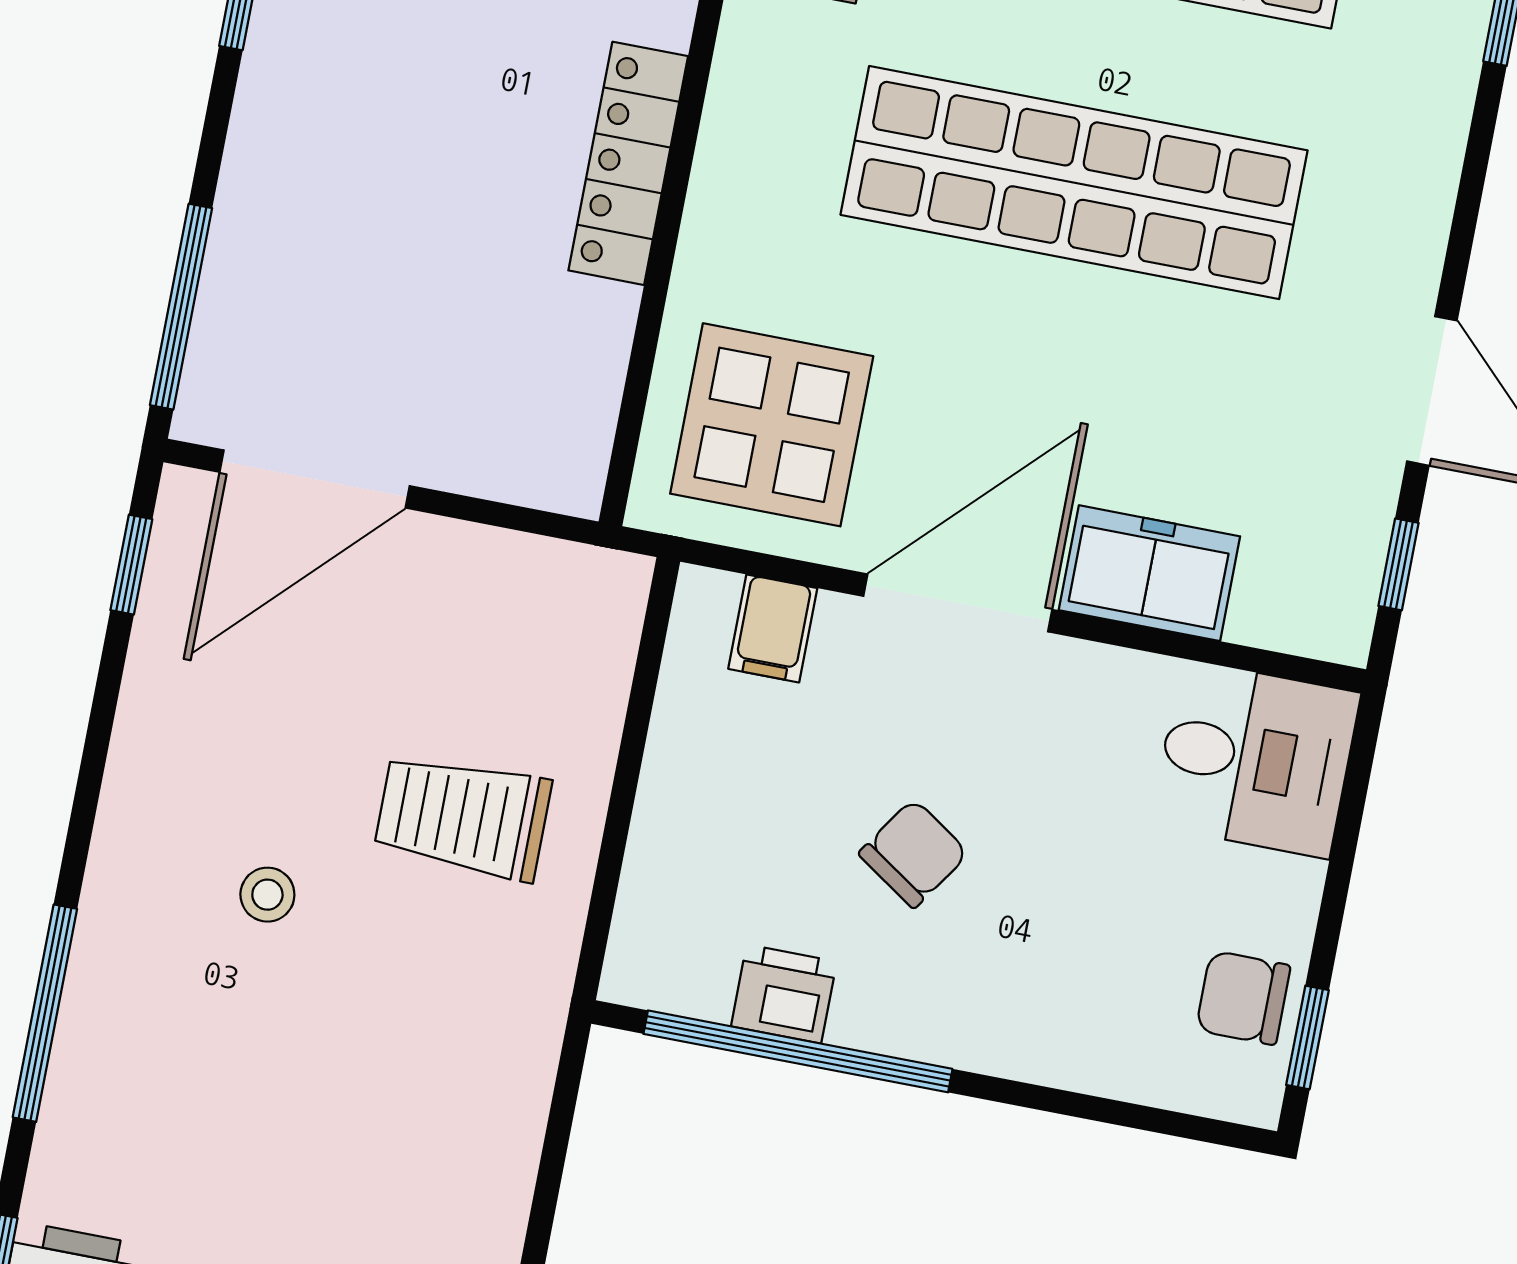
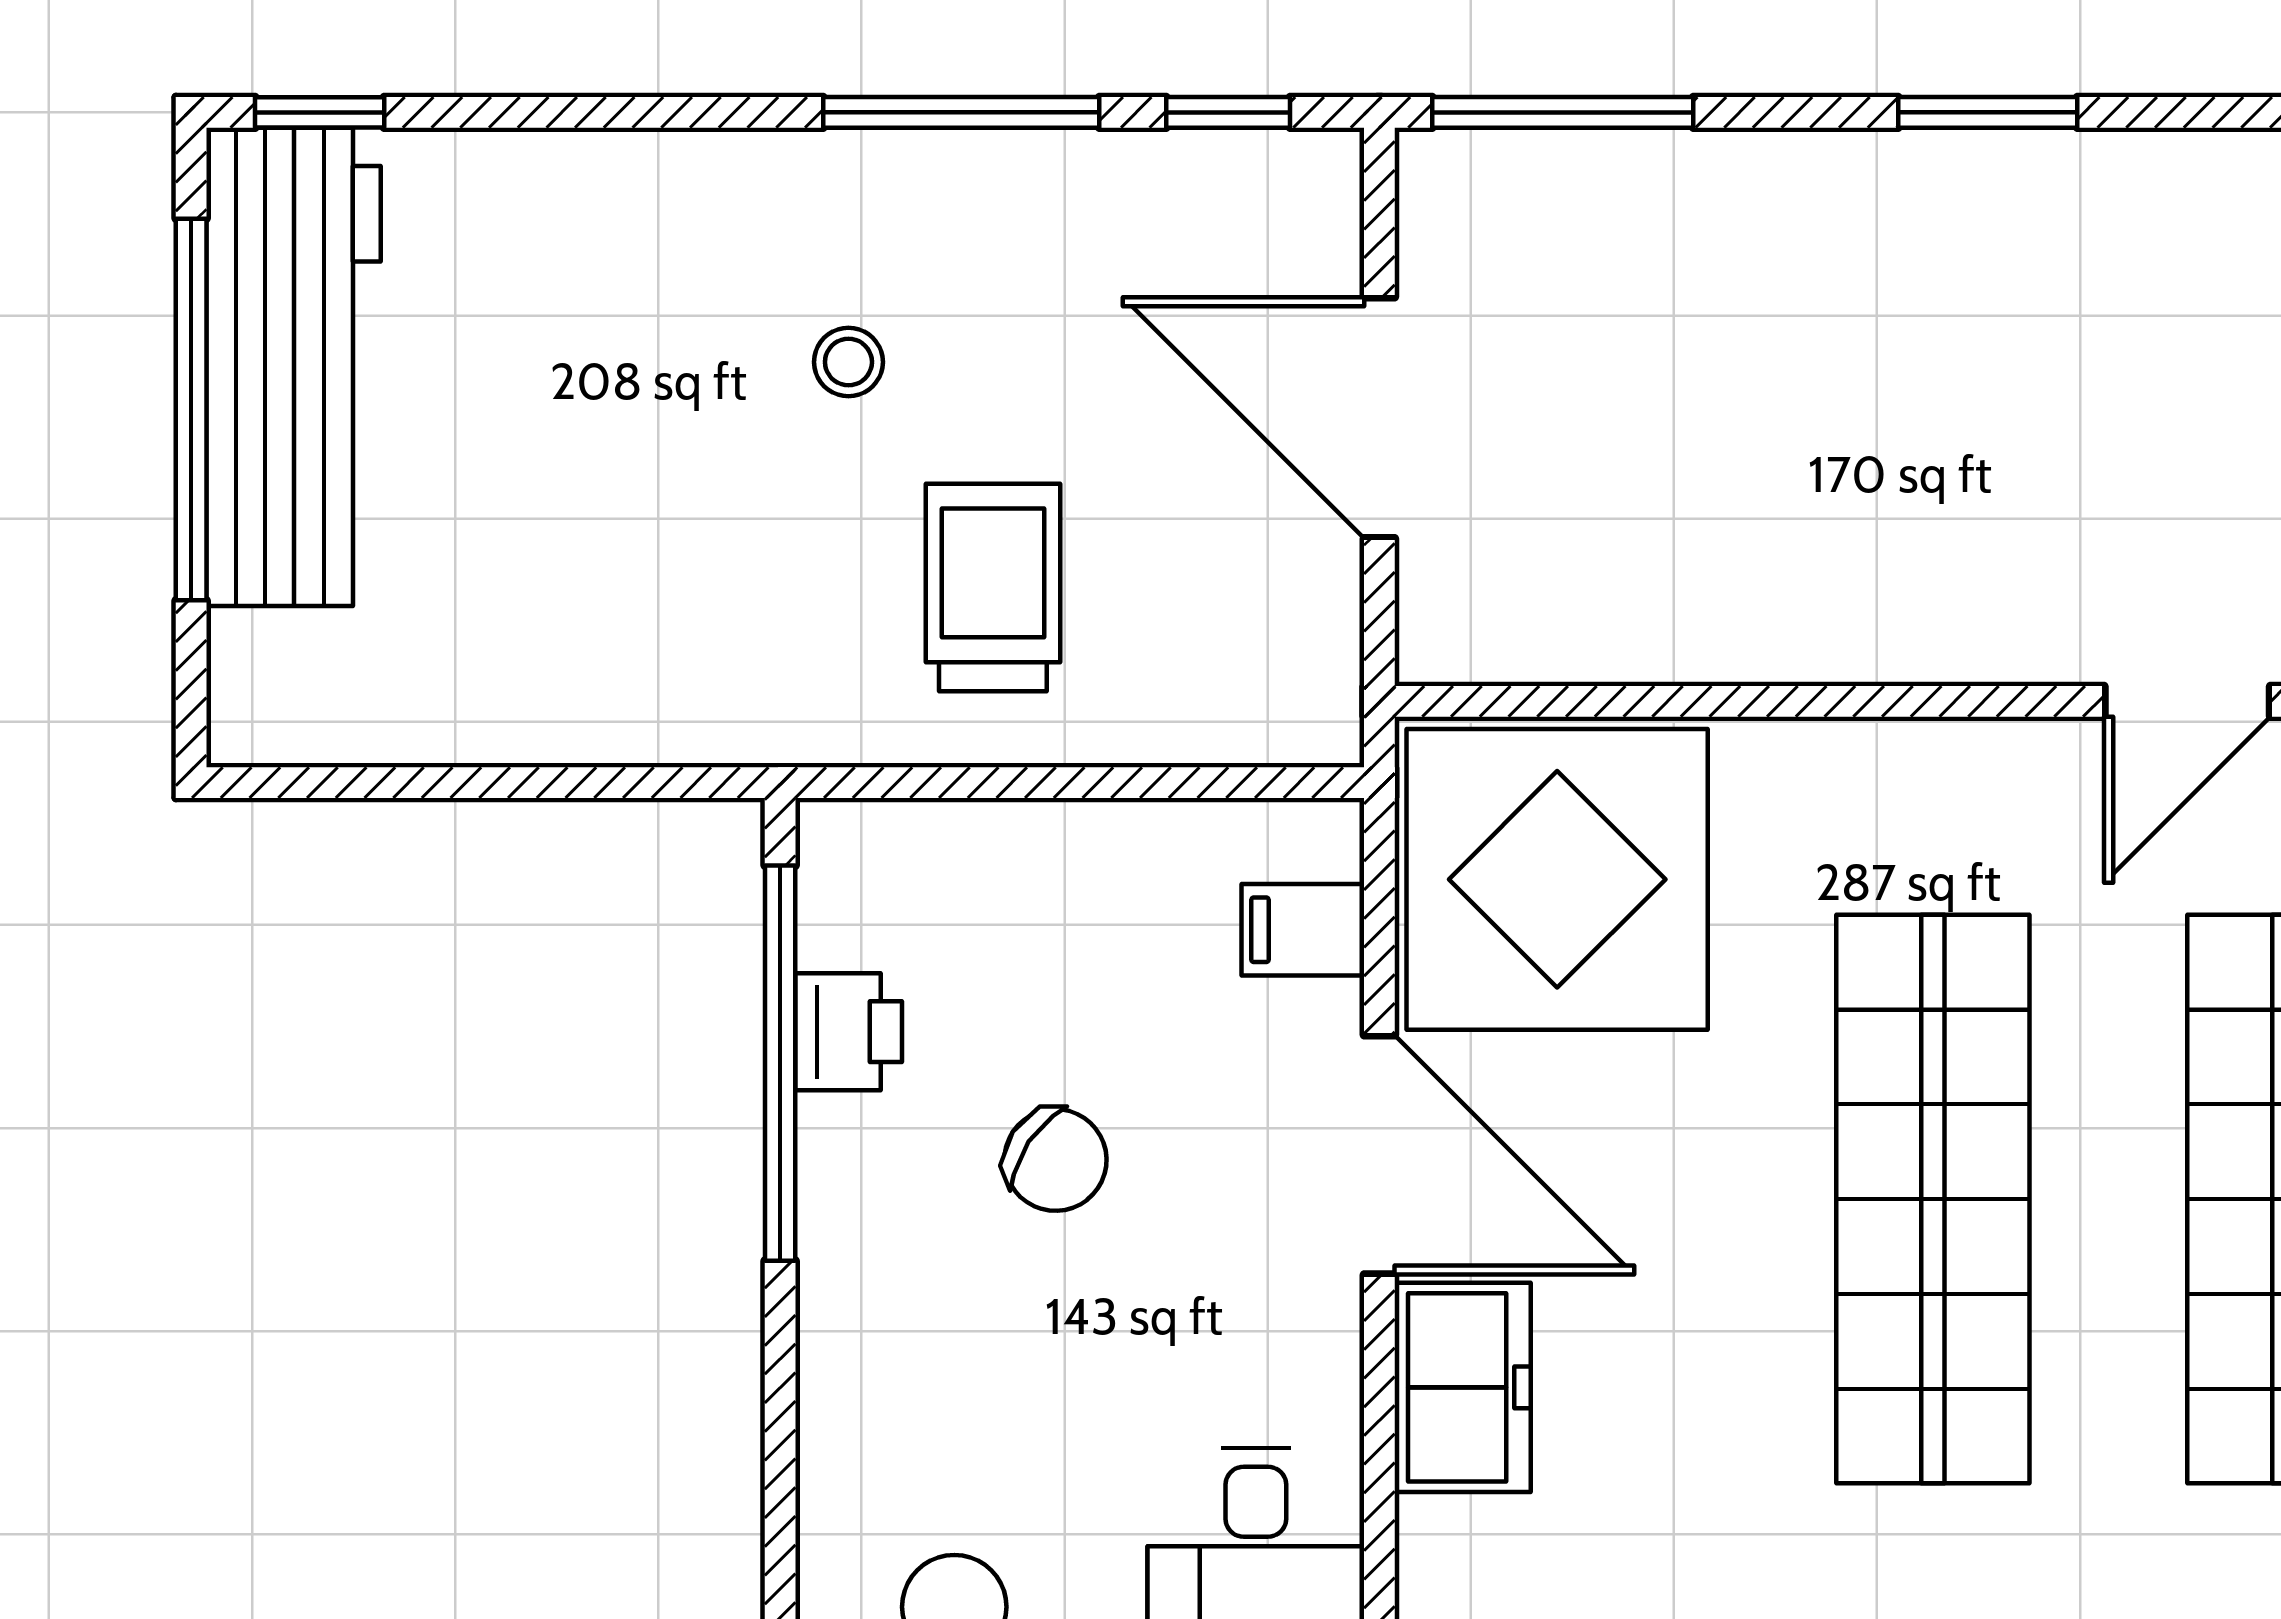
locker: (628, 163) -> (1850, 637), removed
display table: (772, 425) -> (1557, 879), width x1.36, depth x1.36
door: (315, 479) -> (1379, 418), moved
window: (45, 1013) -> (961, 112), moved

